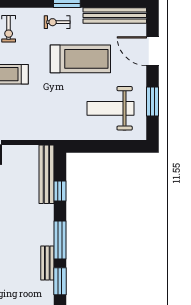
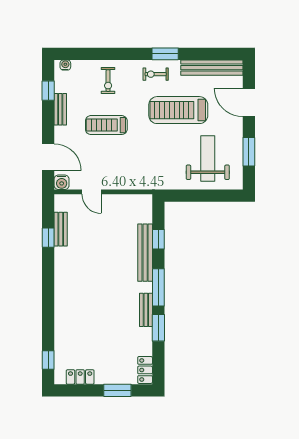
treadmill: (80, 59) -> (178, 110), turned 180
weight bench: (110, 108) -> (208, 158), turned 90
bench: (46, 174) -> (145, 253), moved

